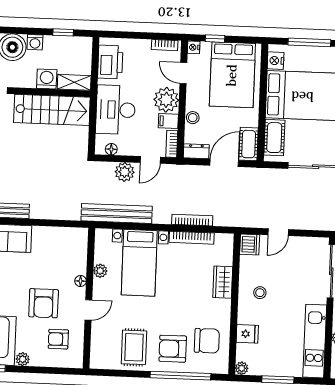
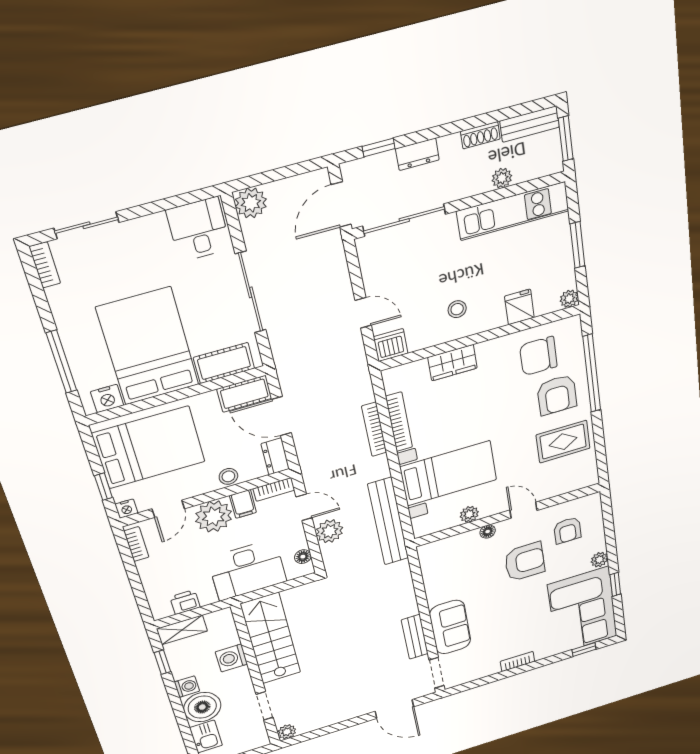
printer: (110, 62) -> (185, 602), width x0.53, depth x0.68
shelving: (74, 82) -> (182, 630), moved, turned 90
chair: (207, 341) -> (538, 356), turned -90

